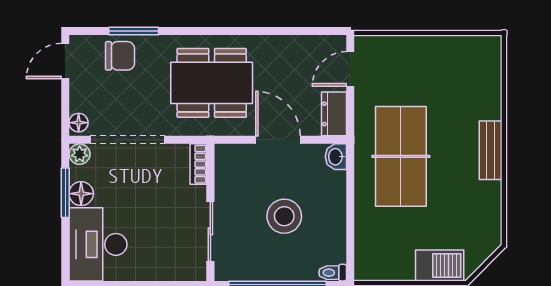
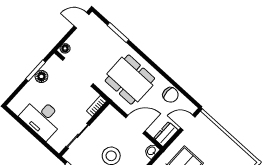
chair: (120, 56) -> (170, 95), moved
door: (278, 140) -> (135, 124), hinge flipped
plant: (80, 154) -> (54, 61), removed
desk: (98, 244) -> (42, 118), moved, turned -90

